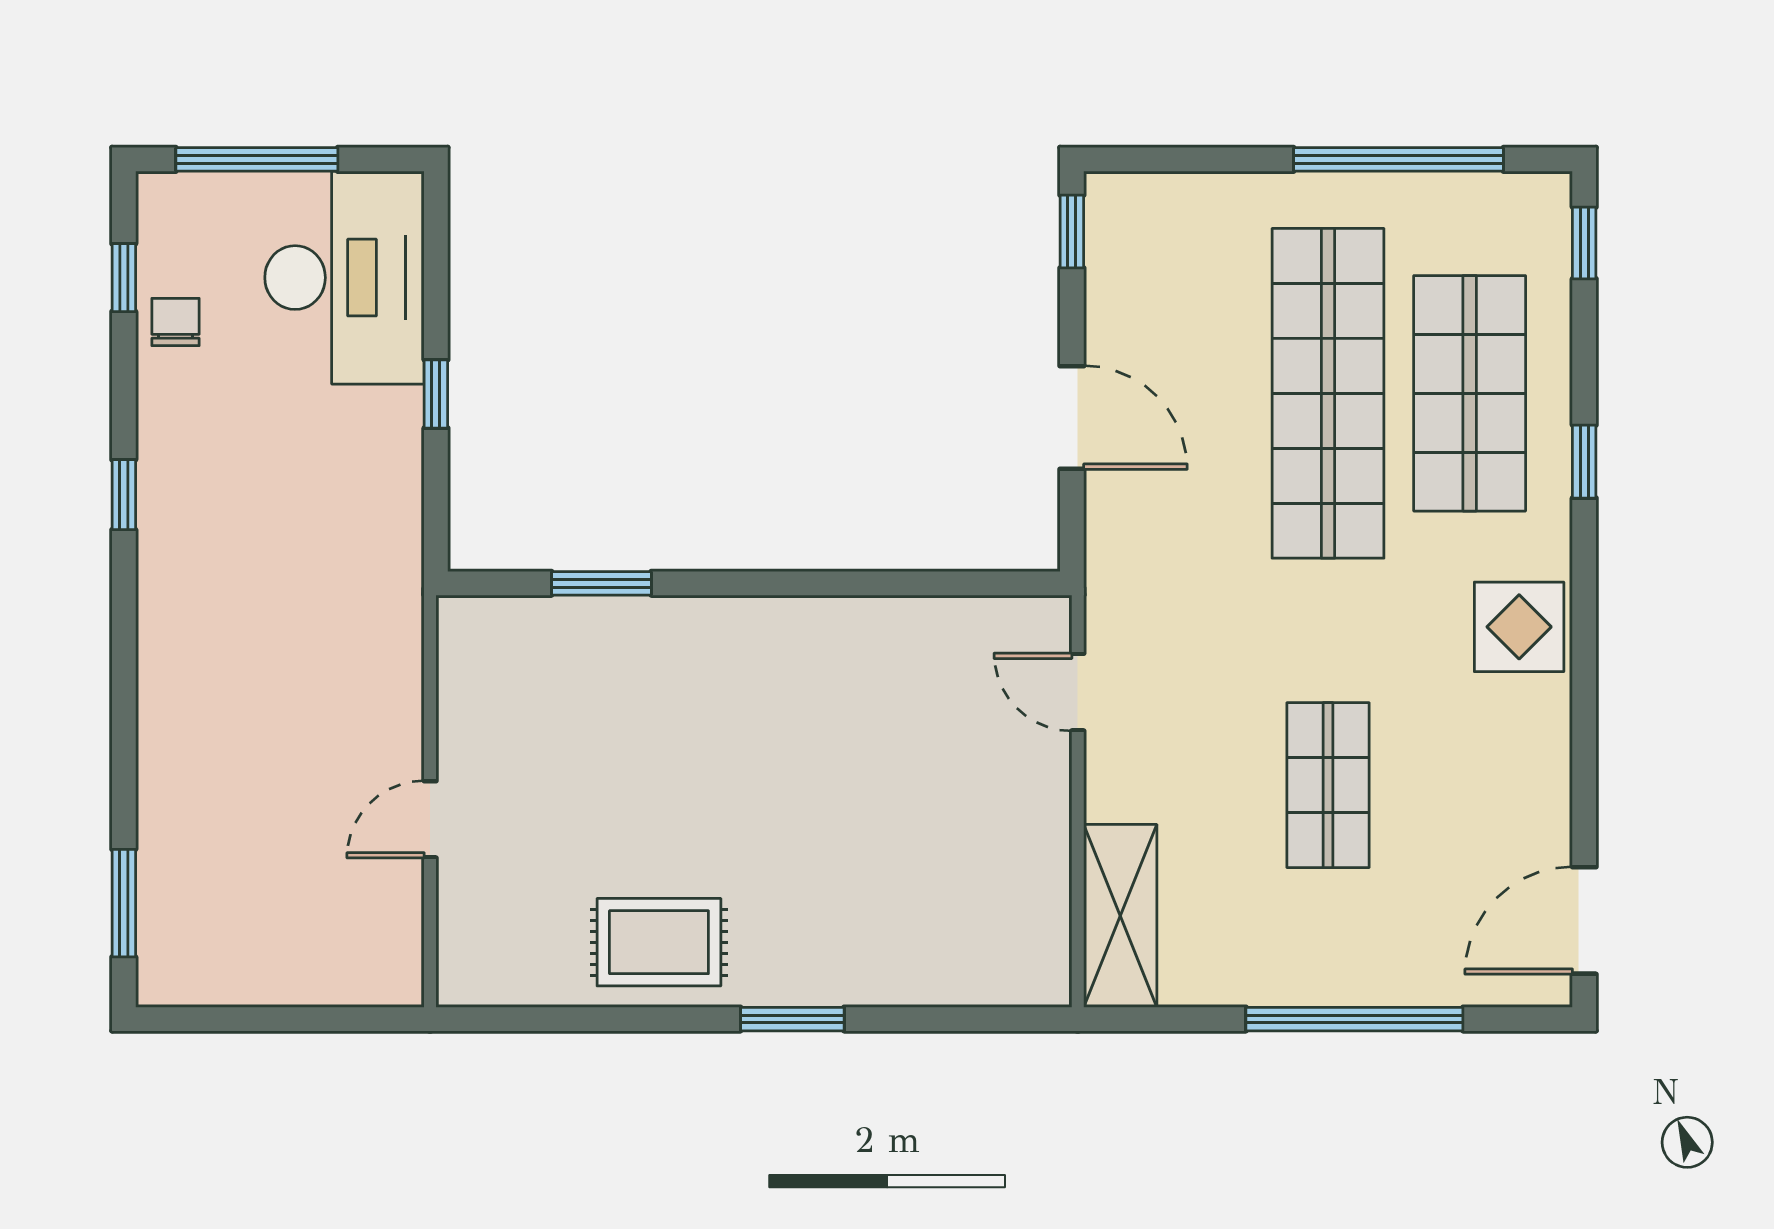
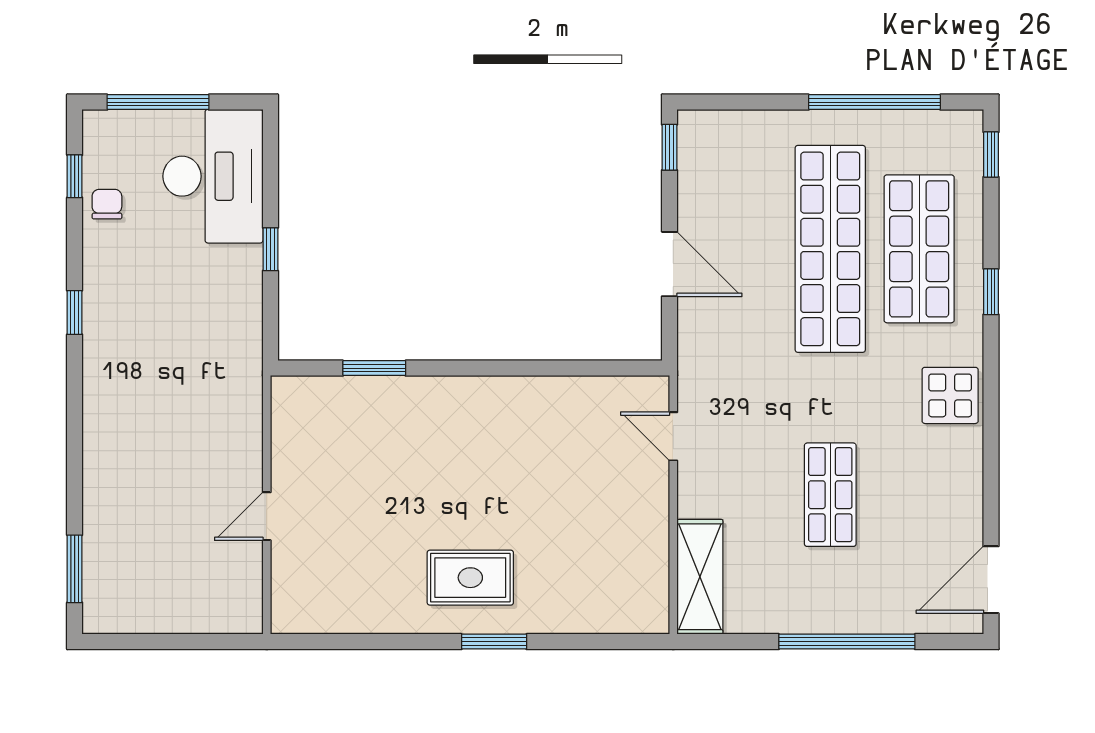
rug: (659, 942) -> (470, 578), moved

